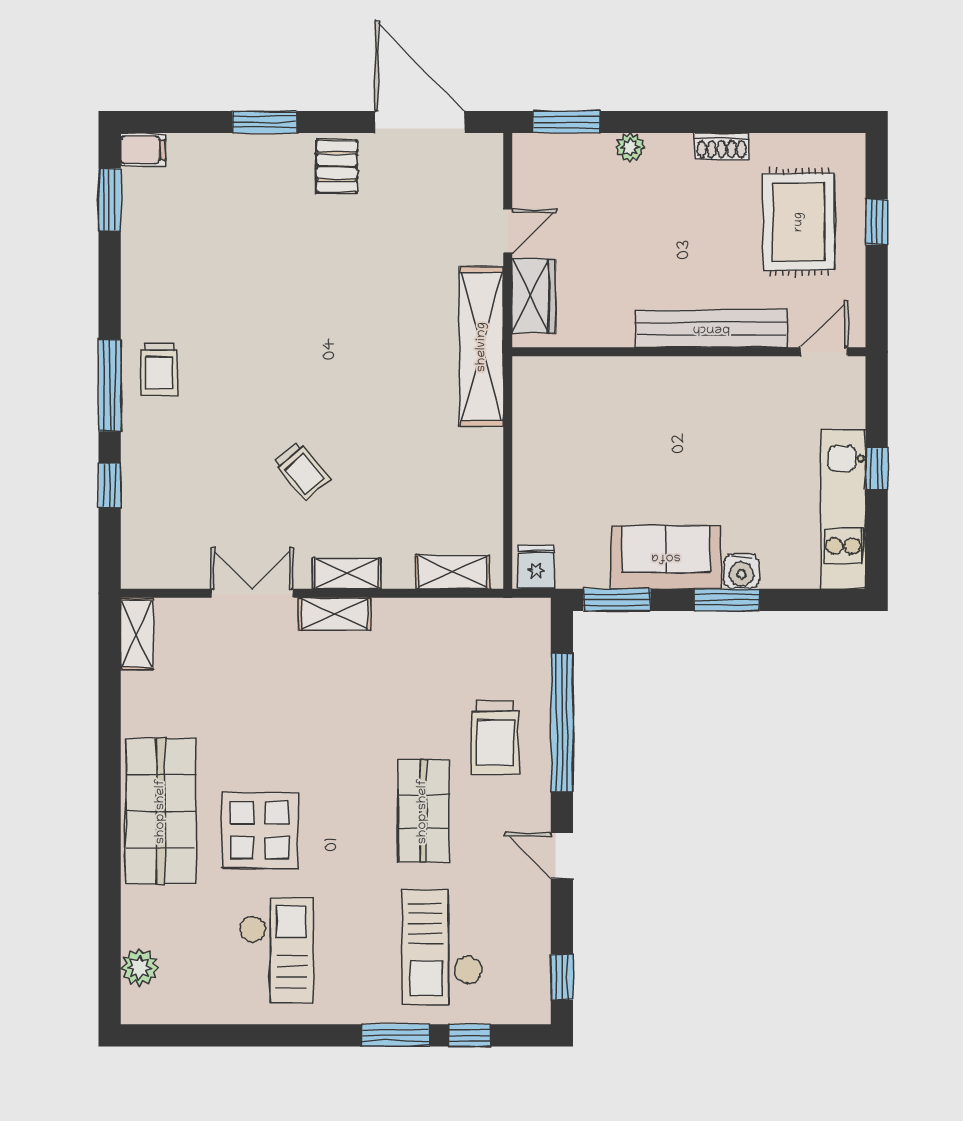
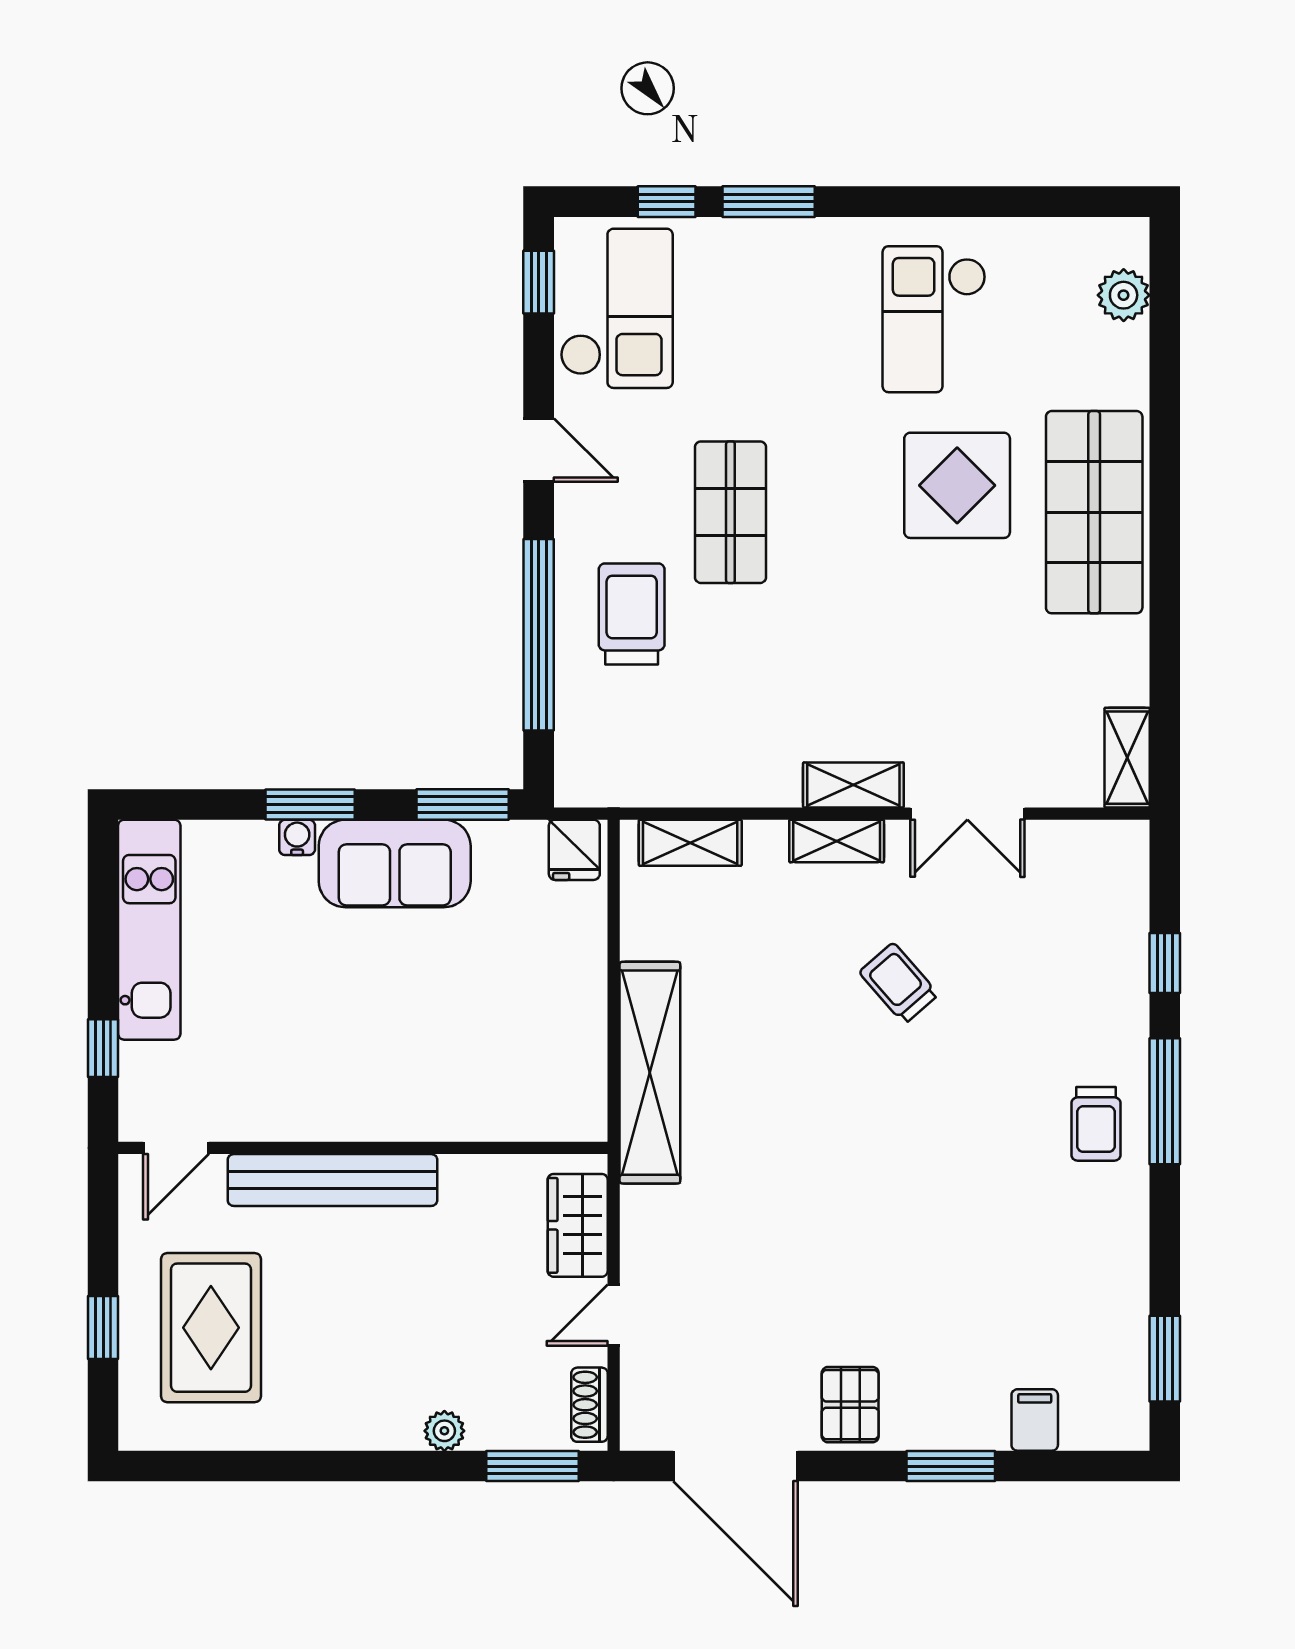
shoe rack: (722, 146) -> (589, 1405), moved, turned -90
filing cabinet: (143, 150) -> (1035, 1420), moved, turned 90
shelving: (482, 347) -> (650, 1073), moved
trolley: (159, 369) -> (1096, 1124), turned 180
window: (877, 469) -> (103, 1048), moved
water cooler: (741, 571) -> (297, 837), width x0.72, depth x0.72
checkout: (442, 947) -> (617, 308), moved

